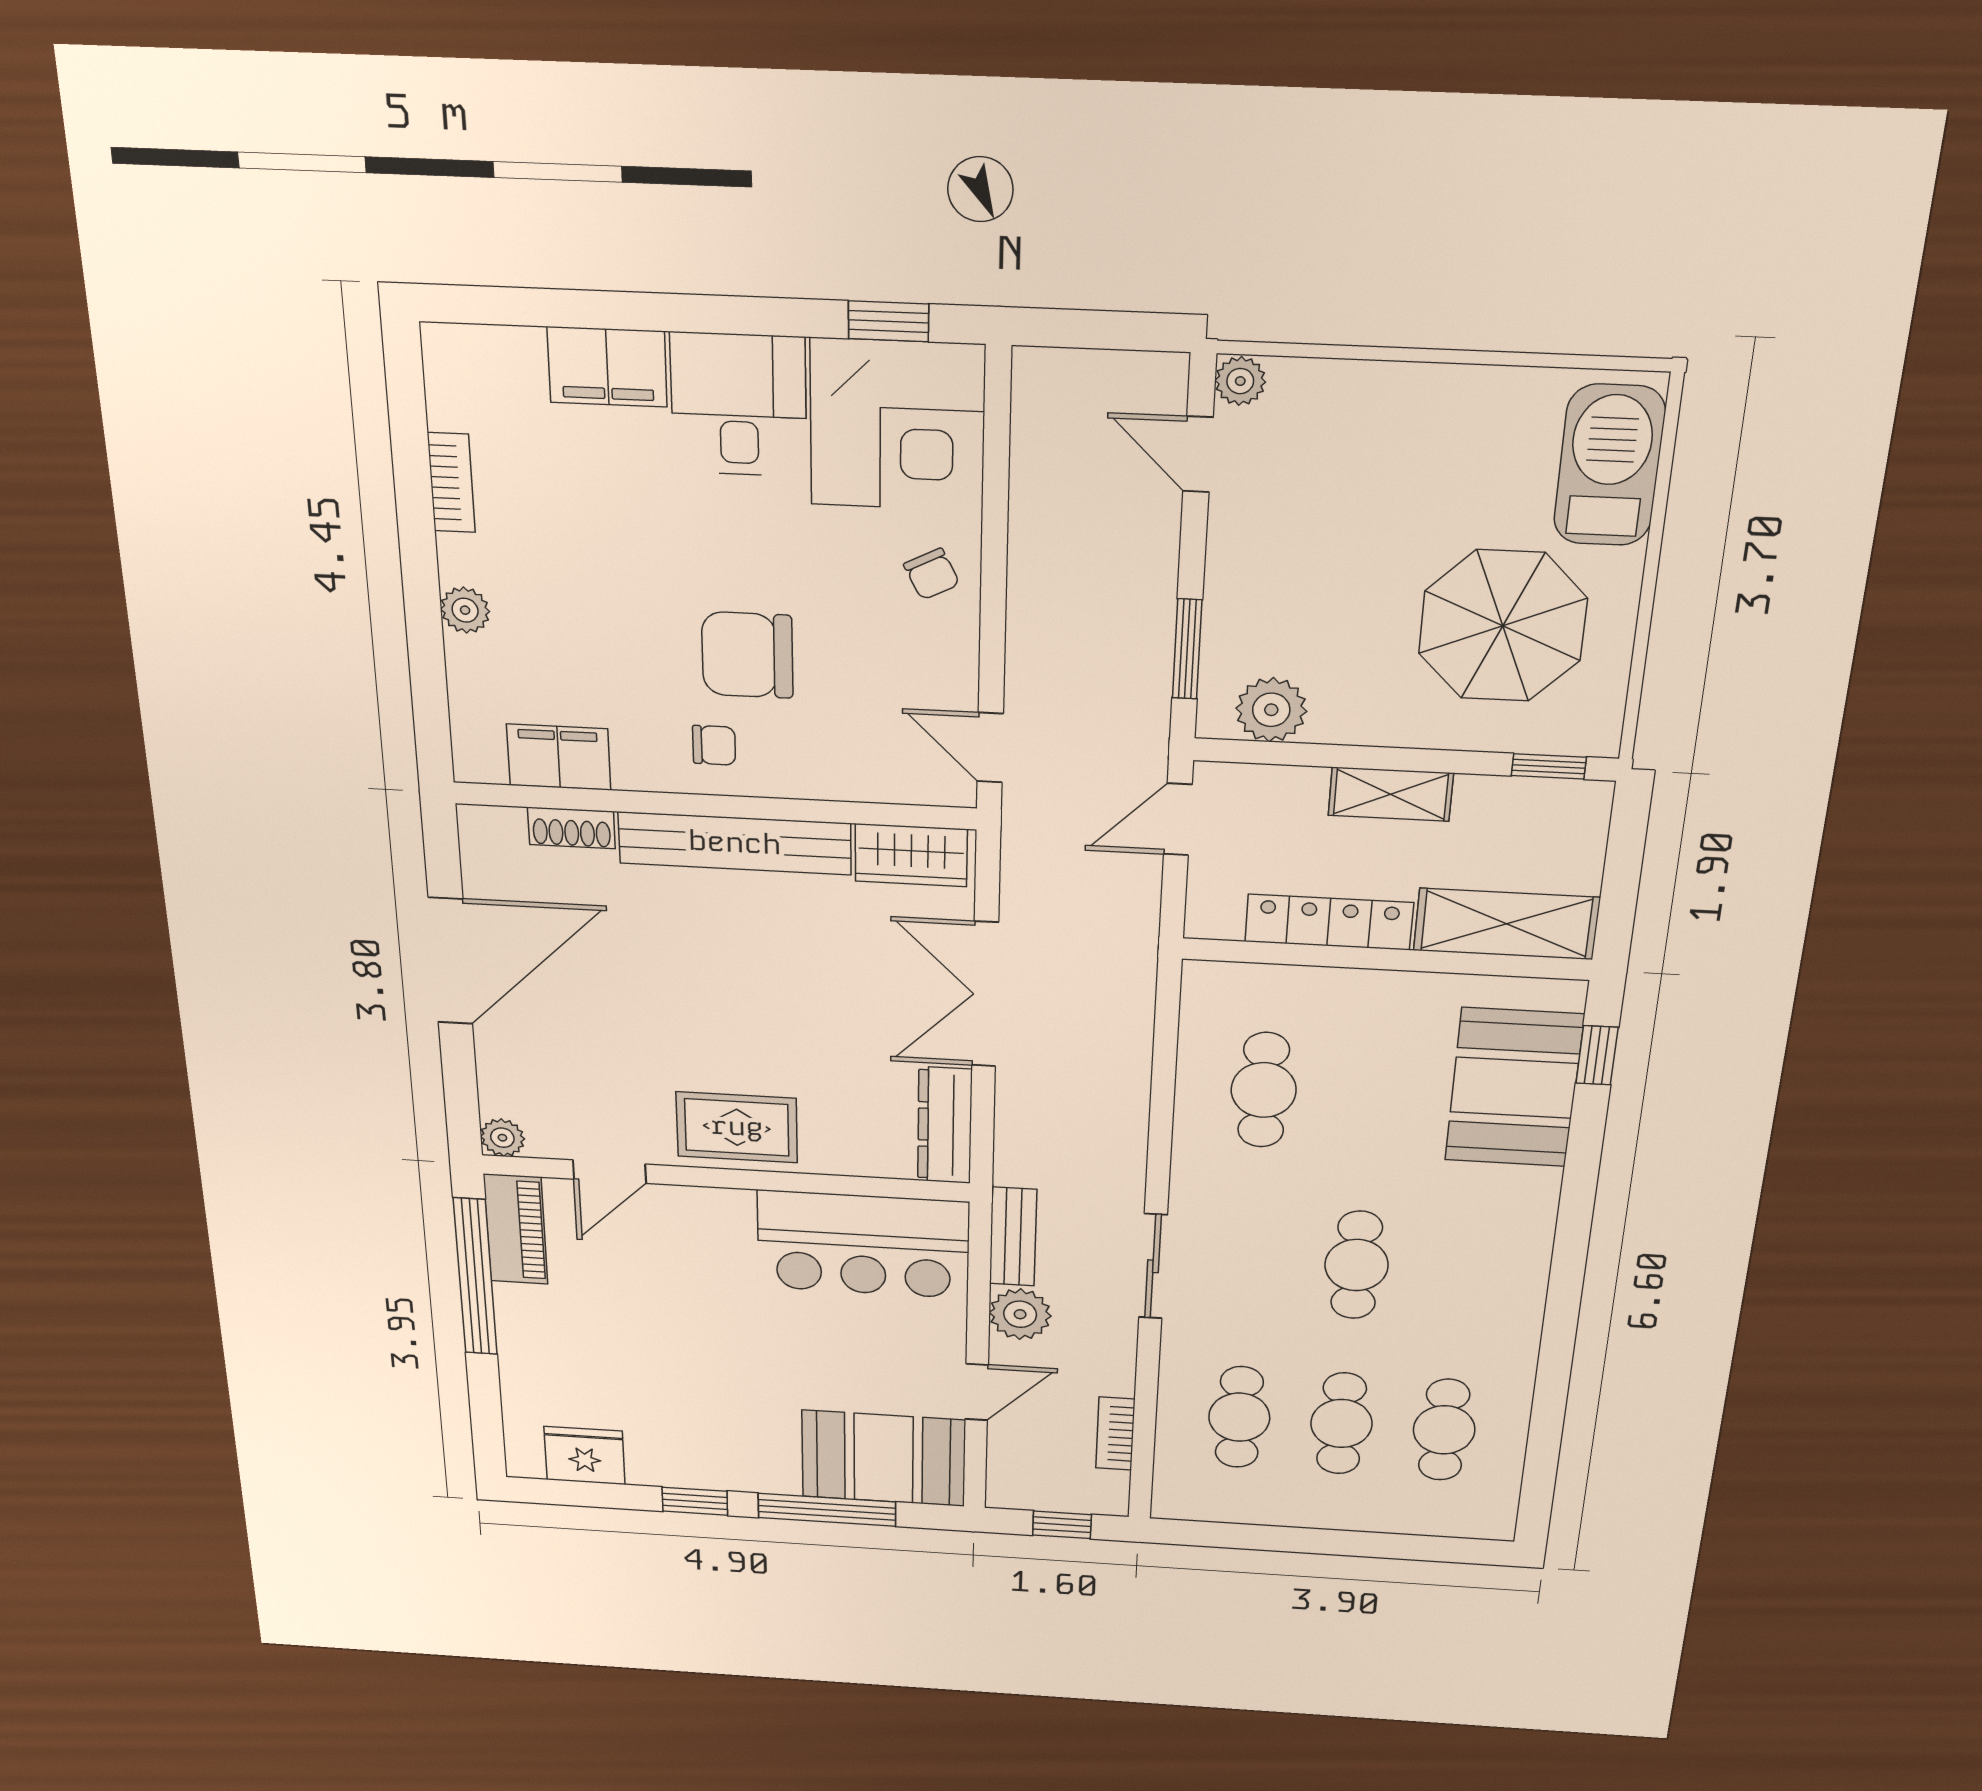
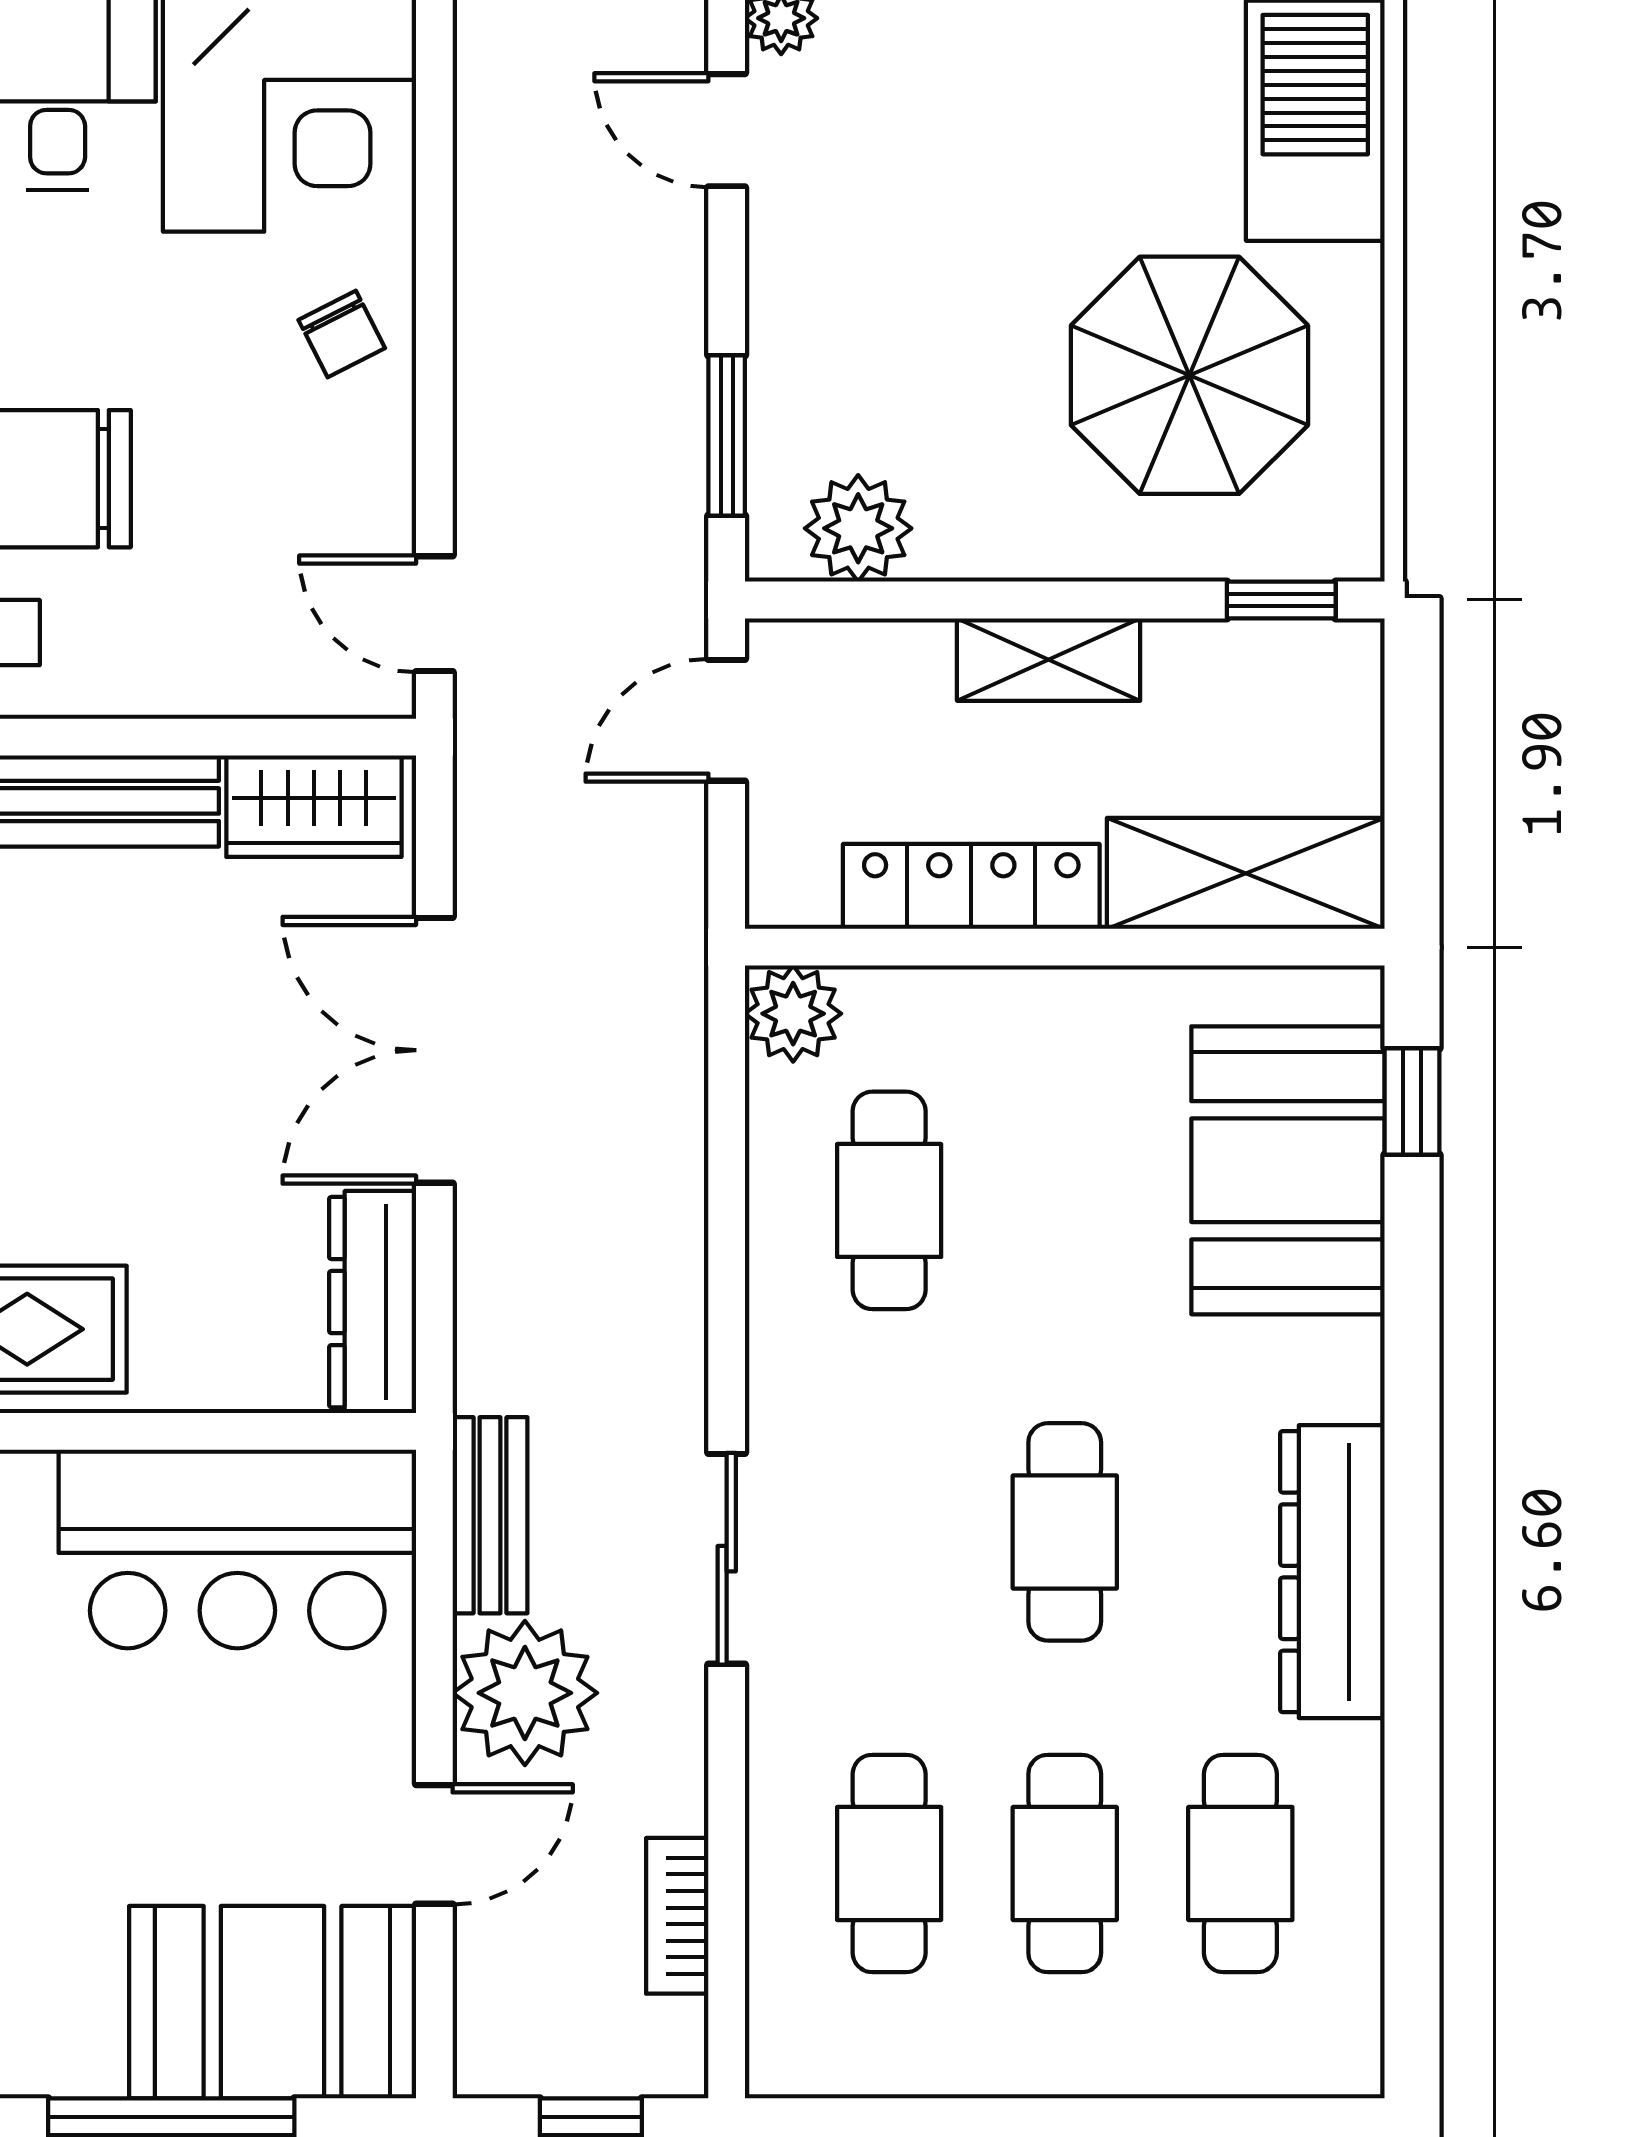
plant: (1210, 987) -> (793, 1014), added
dresser: (1516, 1294) -> (1332, 1572), added
plant: (1020, 1314) -> (525, 1693), width x1.36, depth x1.36

